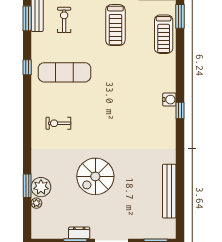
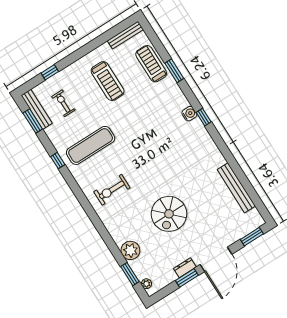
window: (180, 16) -> (174, 71), moved
treadmill: (164, 34) -> (151, 64), turned 180
exercise bike: (58, 123) -> (112, 190), width x1.38, depth x1.39
window: (27, 186) -> (130, 274), moved
plant: (36, 203) -> (146, 284), moved

